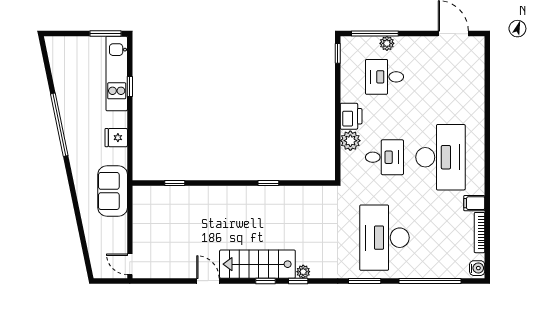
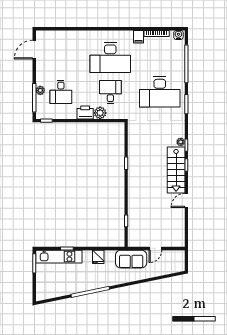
desk: (440, 157) -> (110, 57), turned 180
door: (130, 264) -> (155, 248), moved

